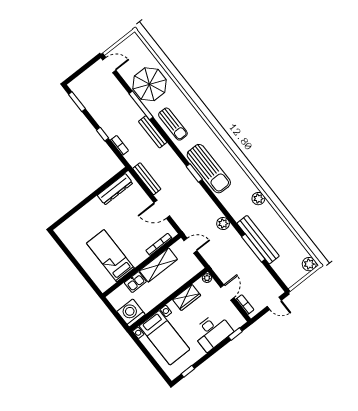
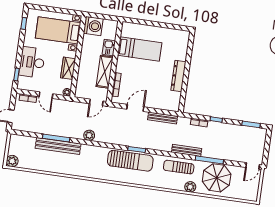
sun lounger: (209, 169) -> (130, 161), turned 180
dresser: (115, 189) -> (178, 76), moved
plant: (258, 199) -> (190, 187), moved

